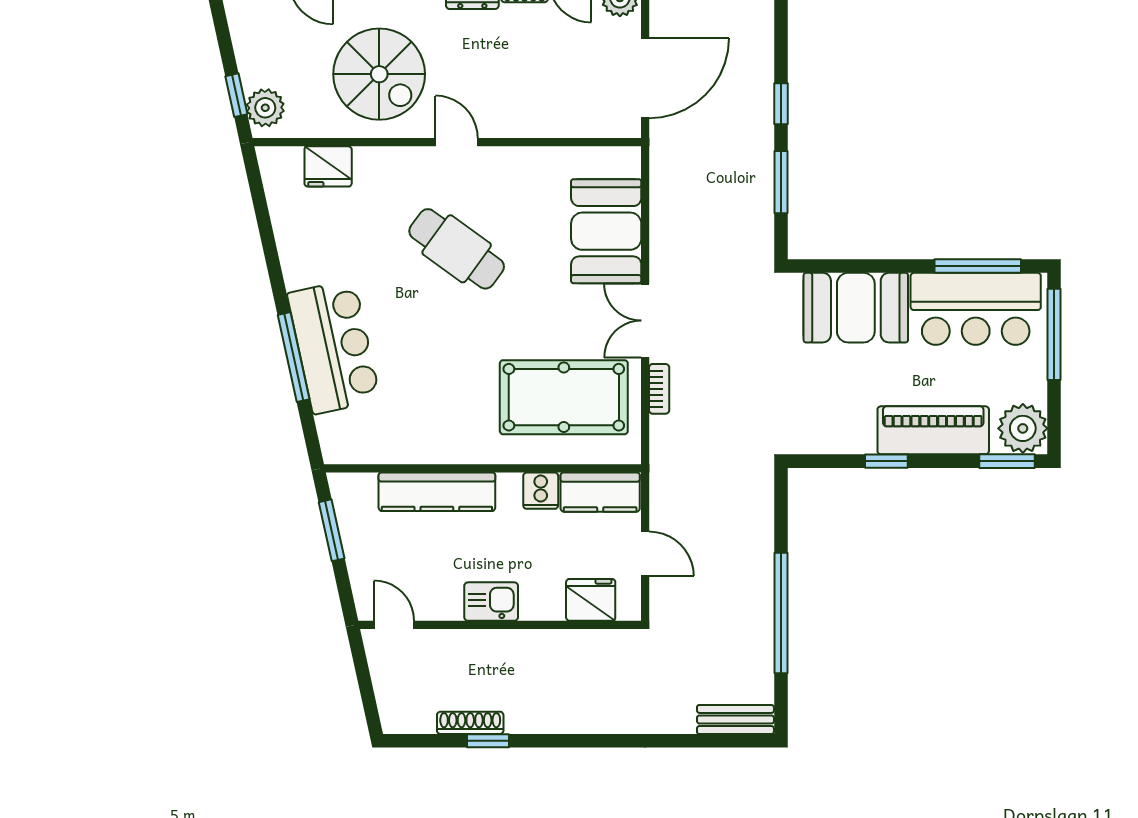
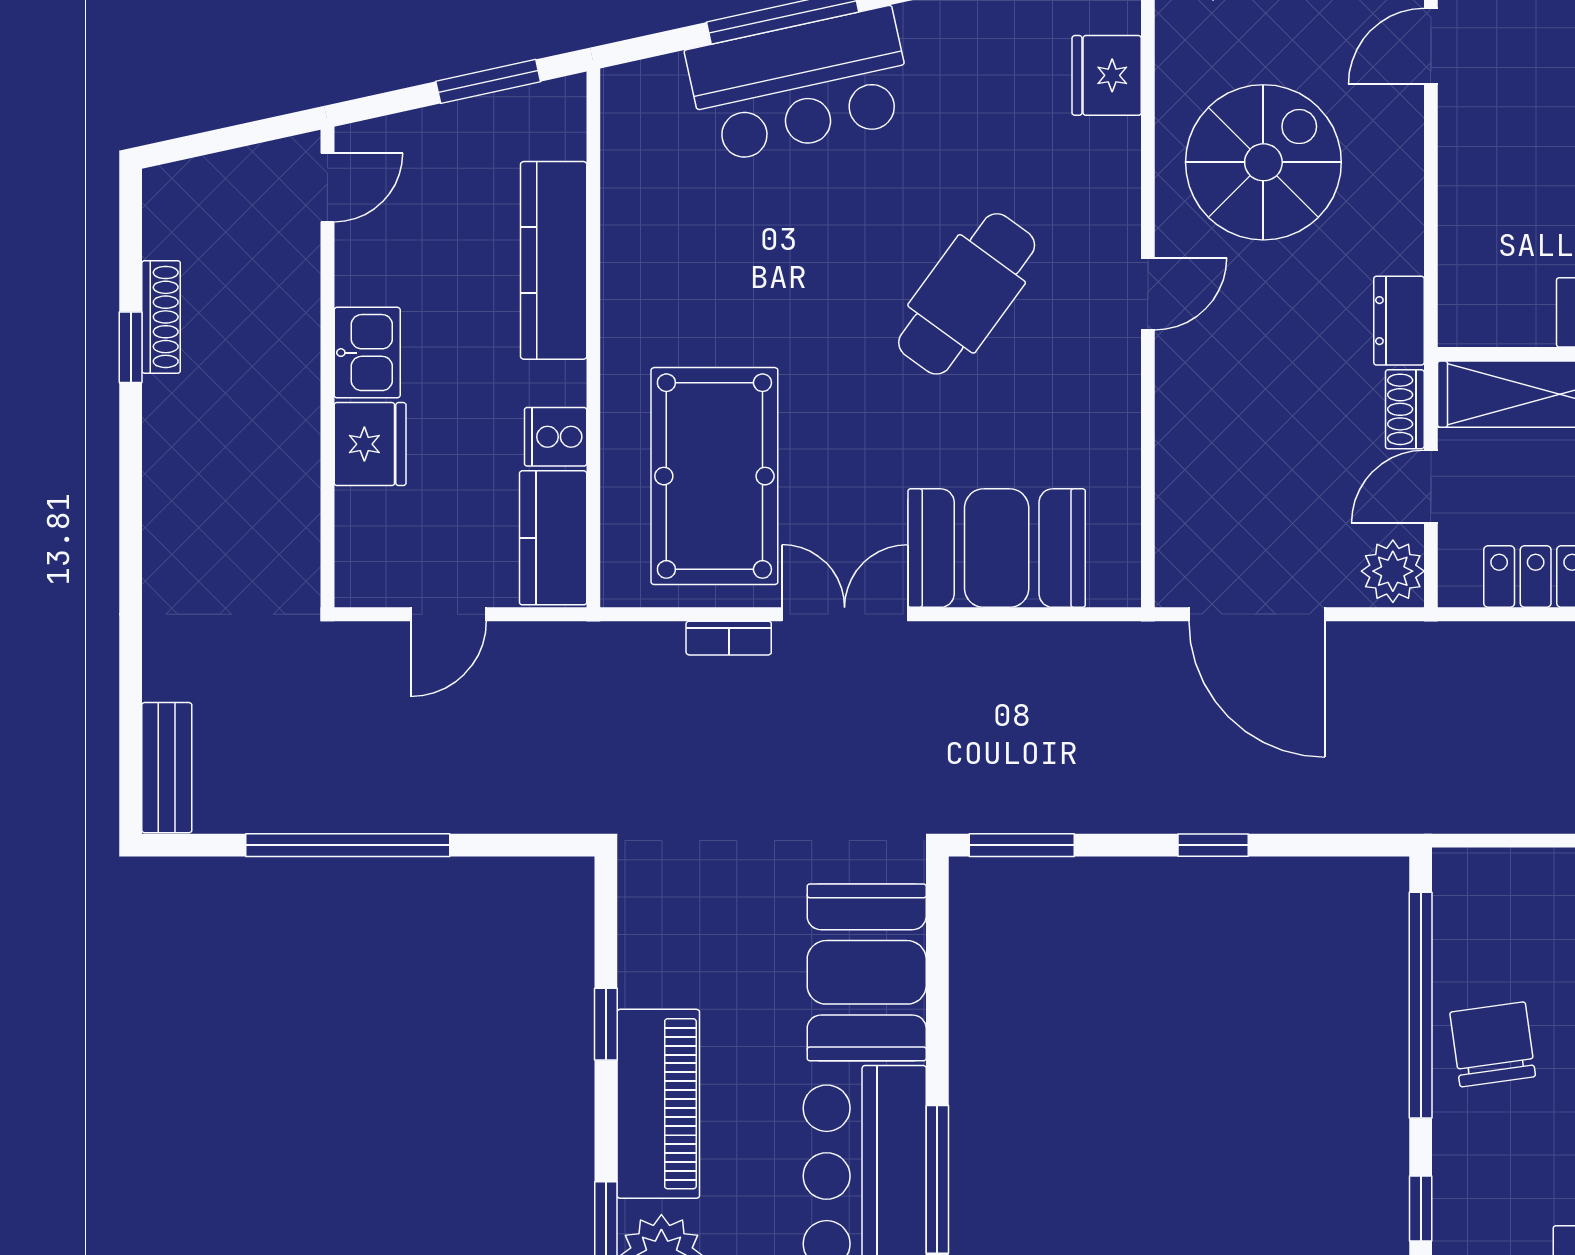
spiral stairs: (379, 74) -> (1263, 162), turned 180
window: (781, 182) -> (1022, 845), moved
fridge: (591, 600) -> (370, 444), moved

